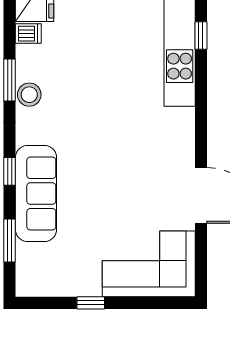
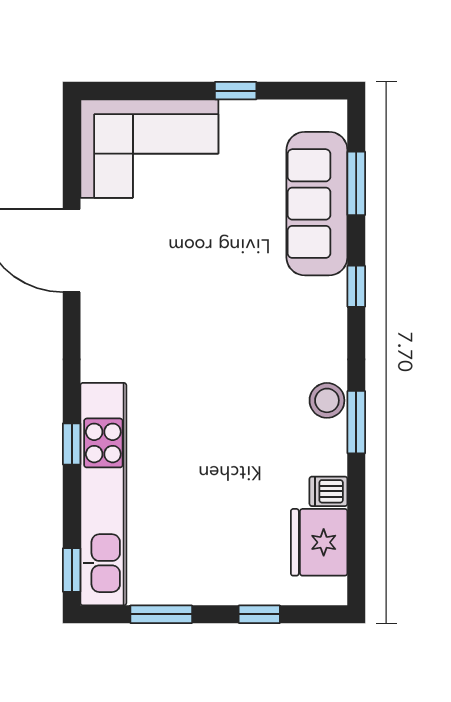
window: (201, 36) -> (72, 444), moved
sofa: (36, 193) -> (317, 204), moved

